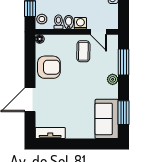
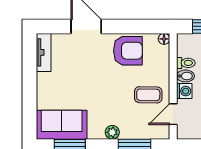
stool: (42, 19) -> (189, 42), removed
armchair: (49, 67) -> (128, 51), turned -90

